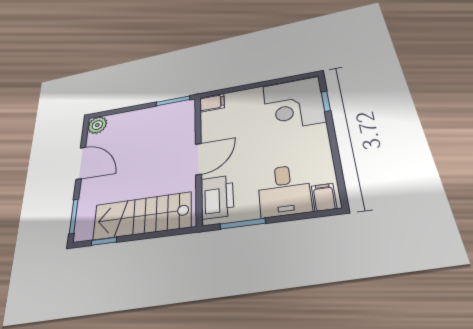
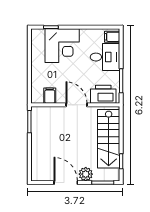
filing cabinet: (212, 103) -> (50, 96), moved
corner desk: (294, 104) -> (62, 46), moved
plant: (97, 125) -> (86, 174), moved
door: (81, 163) -> (66, 183), hinge flipped

